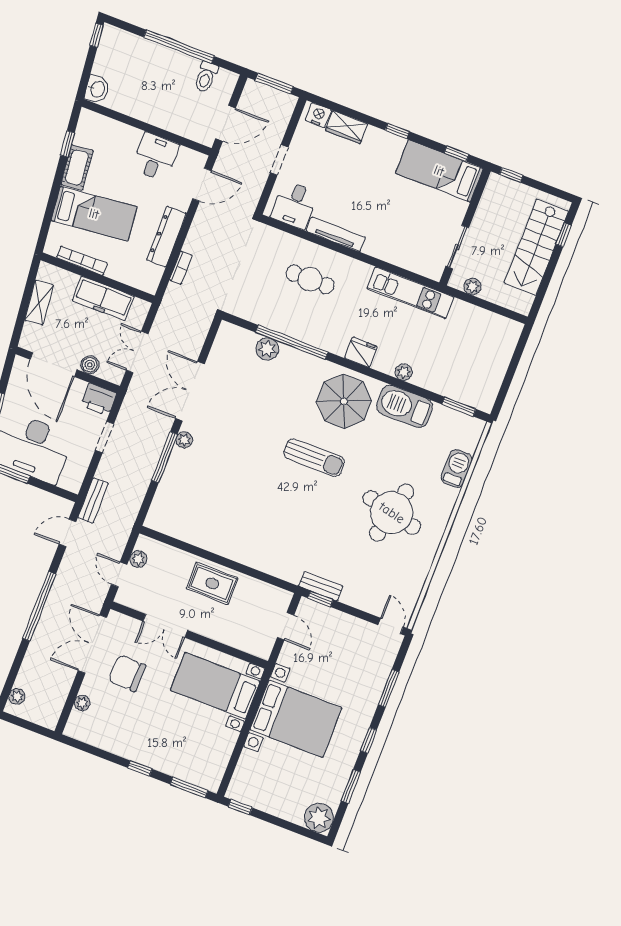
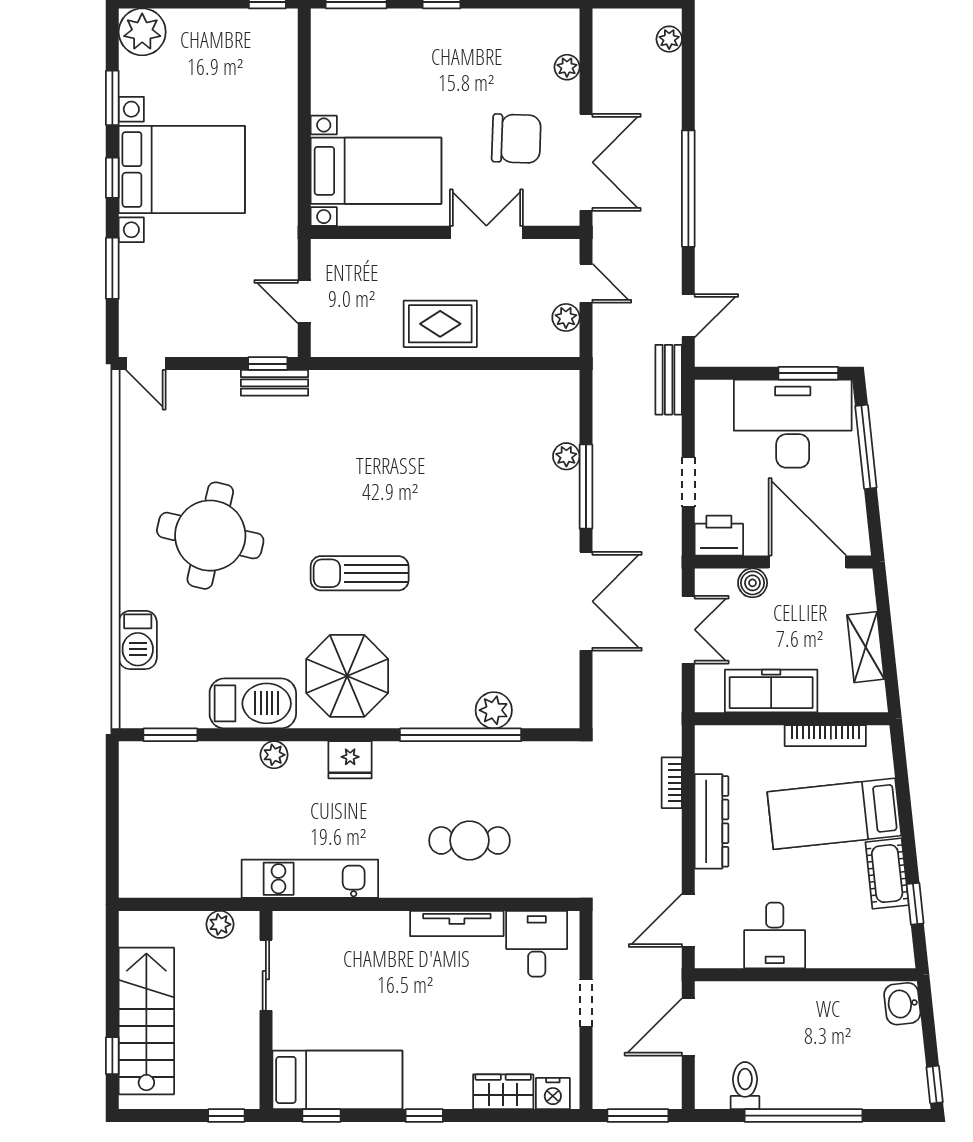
plant: (184, 440) -> (566, 456), moved
bed with nightstands: (296, 719) -> (182, 169), moved, turned 180

